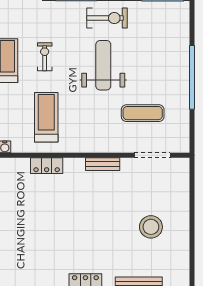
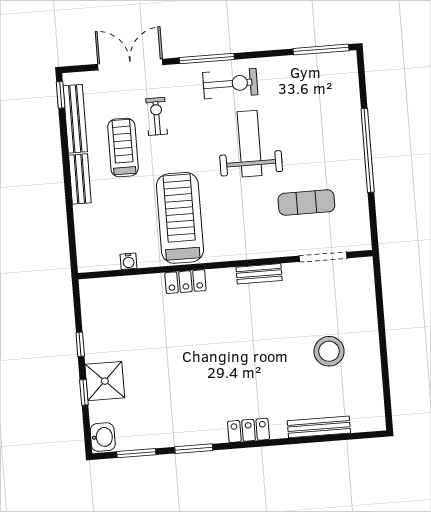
exercise bike: (107, 18) -> (230, 84), moved
exercise bike: (45, 57) -> (157, 116), moved
treadmill: (46, 117) -> (180, 218), width x1.37, depth x1.38

